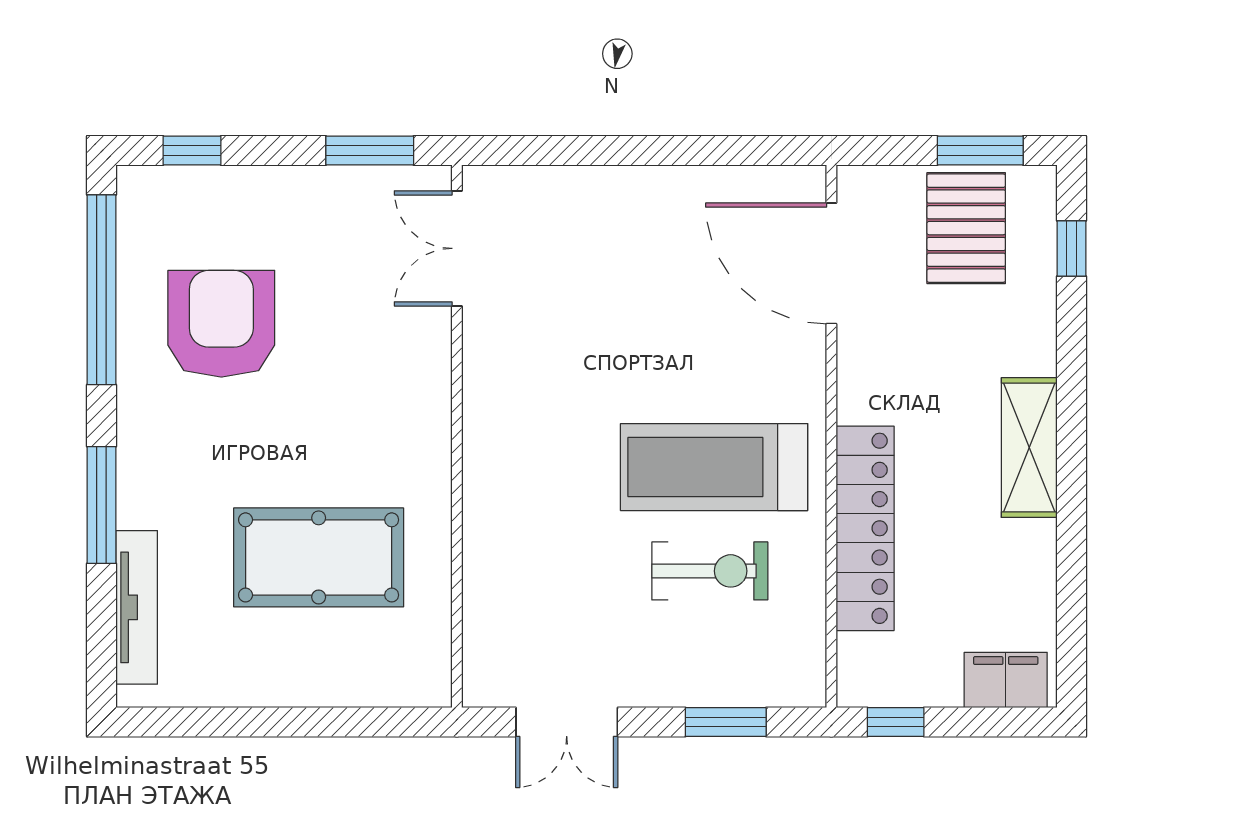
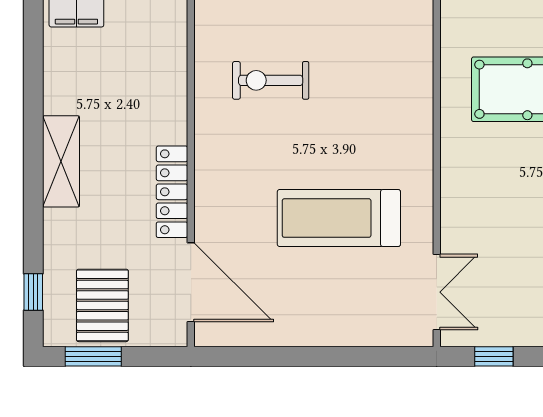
window: (370, 150) -> (494, 356), width x0.67
treadmill: (714, 467) -> (339, 218), moved, turned 180
locker: (865, 528) -> (172, 192), moved, width x0.71, depth x0.83

